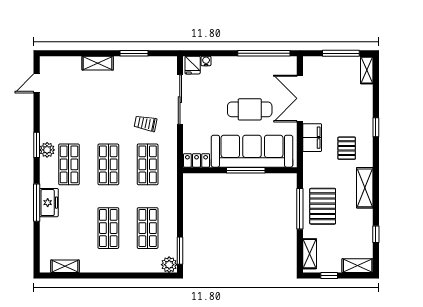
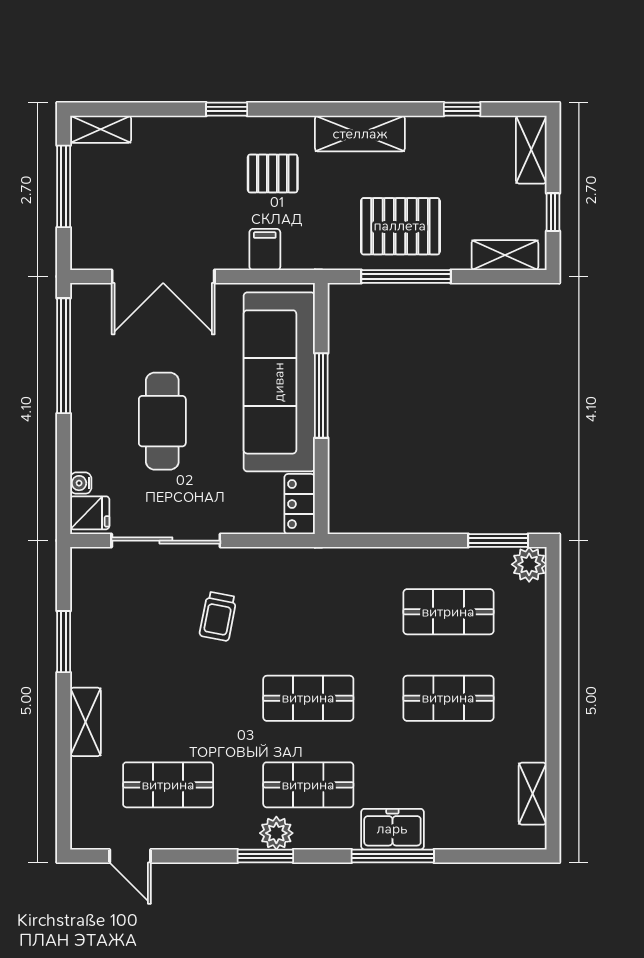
cafe table: (250, 109) -> (162, 421), moved
filing cabinet: (312, 138) -> (265, 250), width x0.50
shop shelf: (148, 164) -> (168, 785), moved

